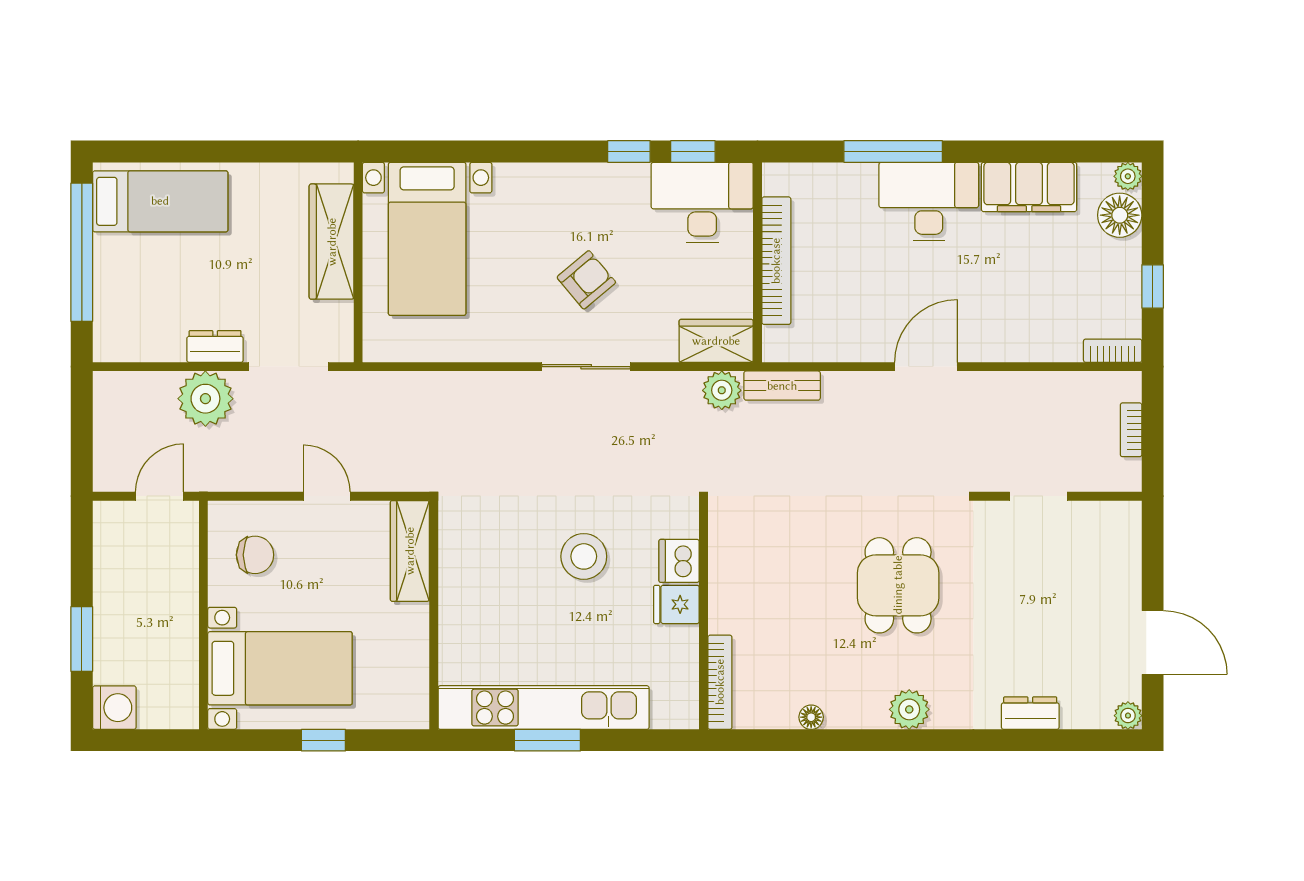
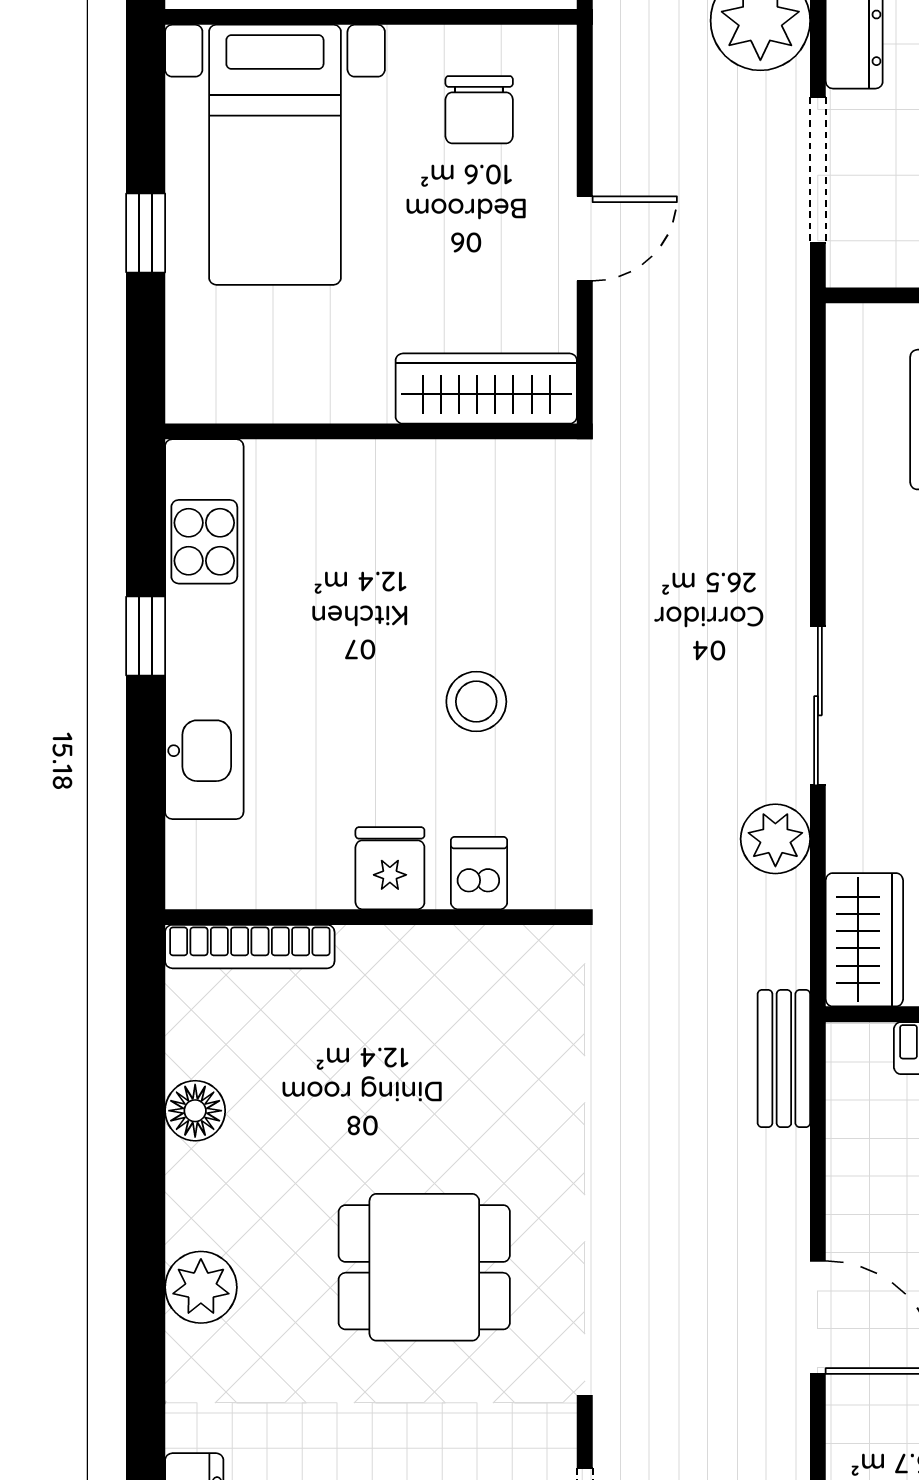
plant: (722, 390) -> (775, 839), moved
stool: (584, 556) -> (476, 702), width x0.73, depth x0.73
dishwasher: (679, 561) -> (479, 873), width x0.73
floor lamp: (811, 717) -> (195, 1111), width x1.37, depth x1.37
window: (547, 740) -> (146, 636), width x0.67

